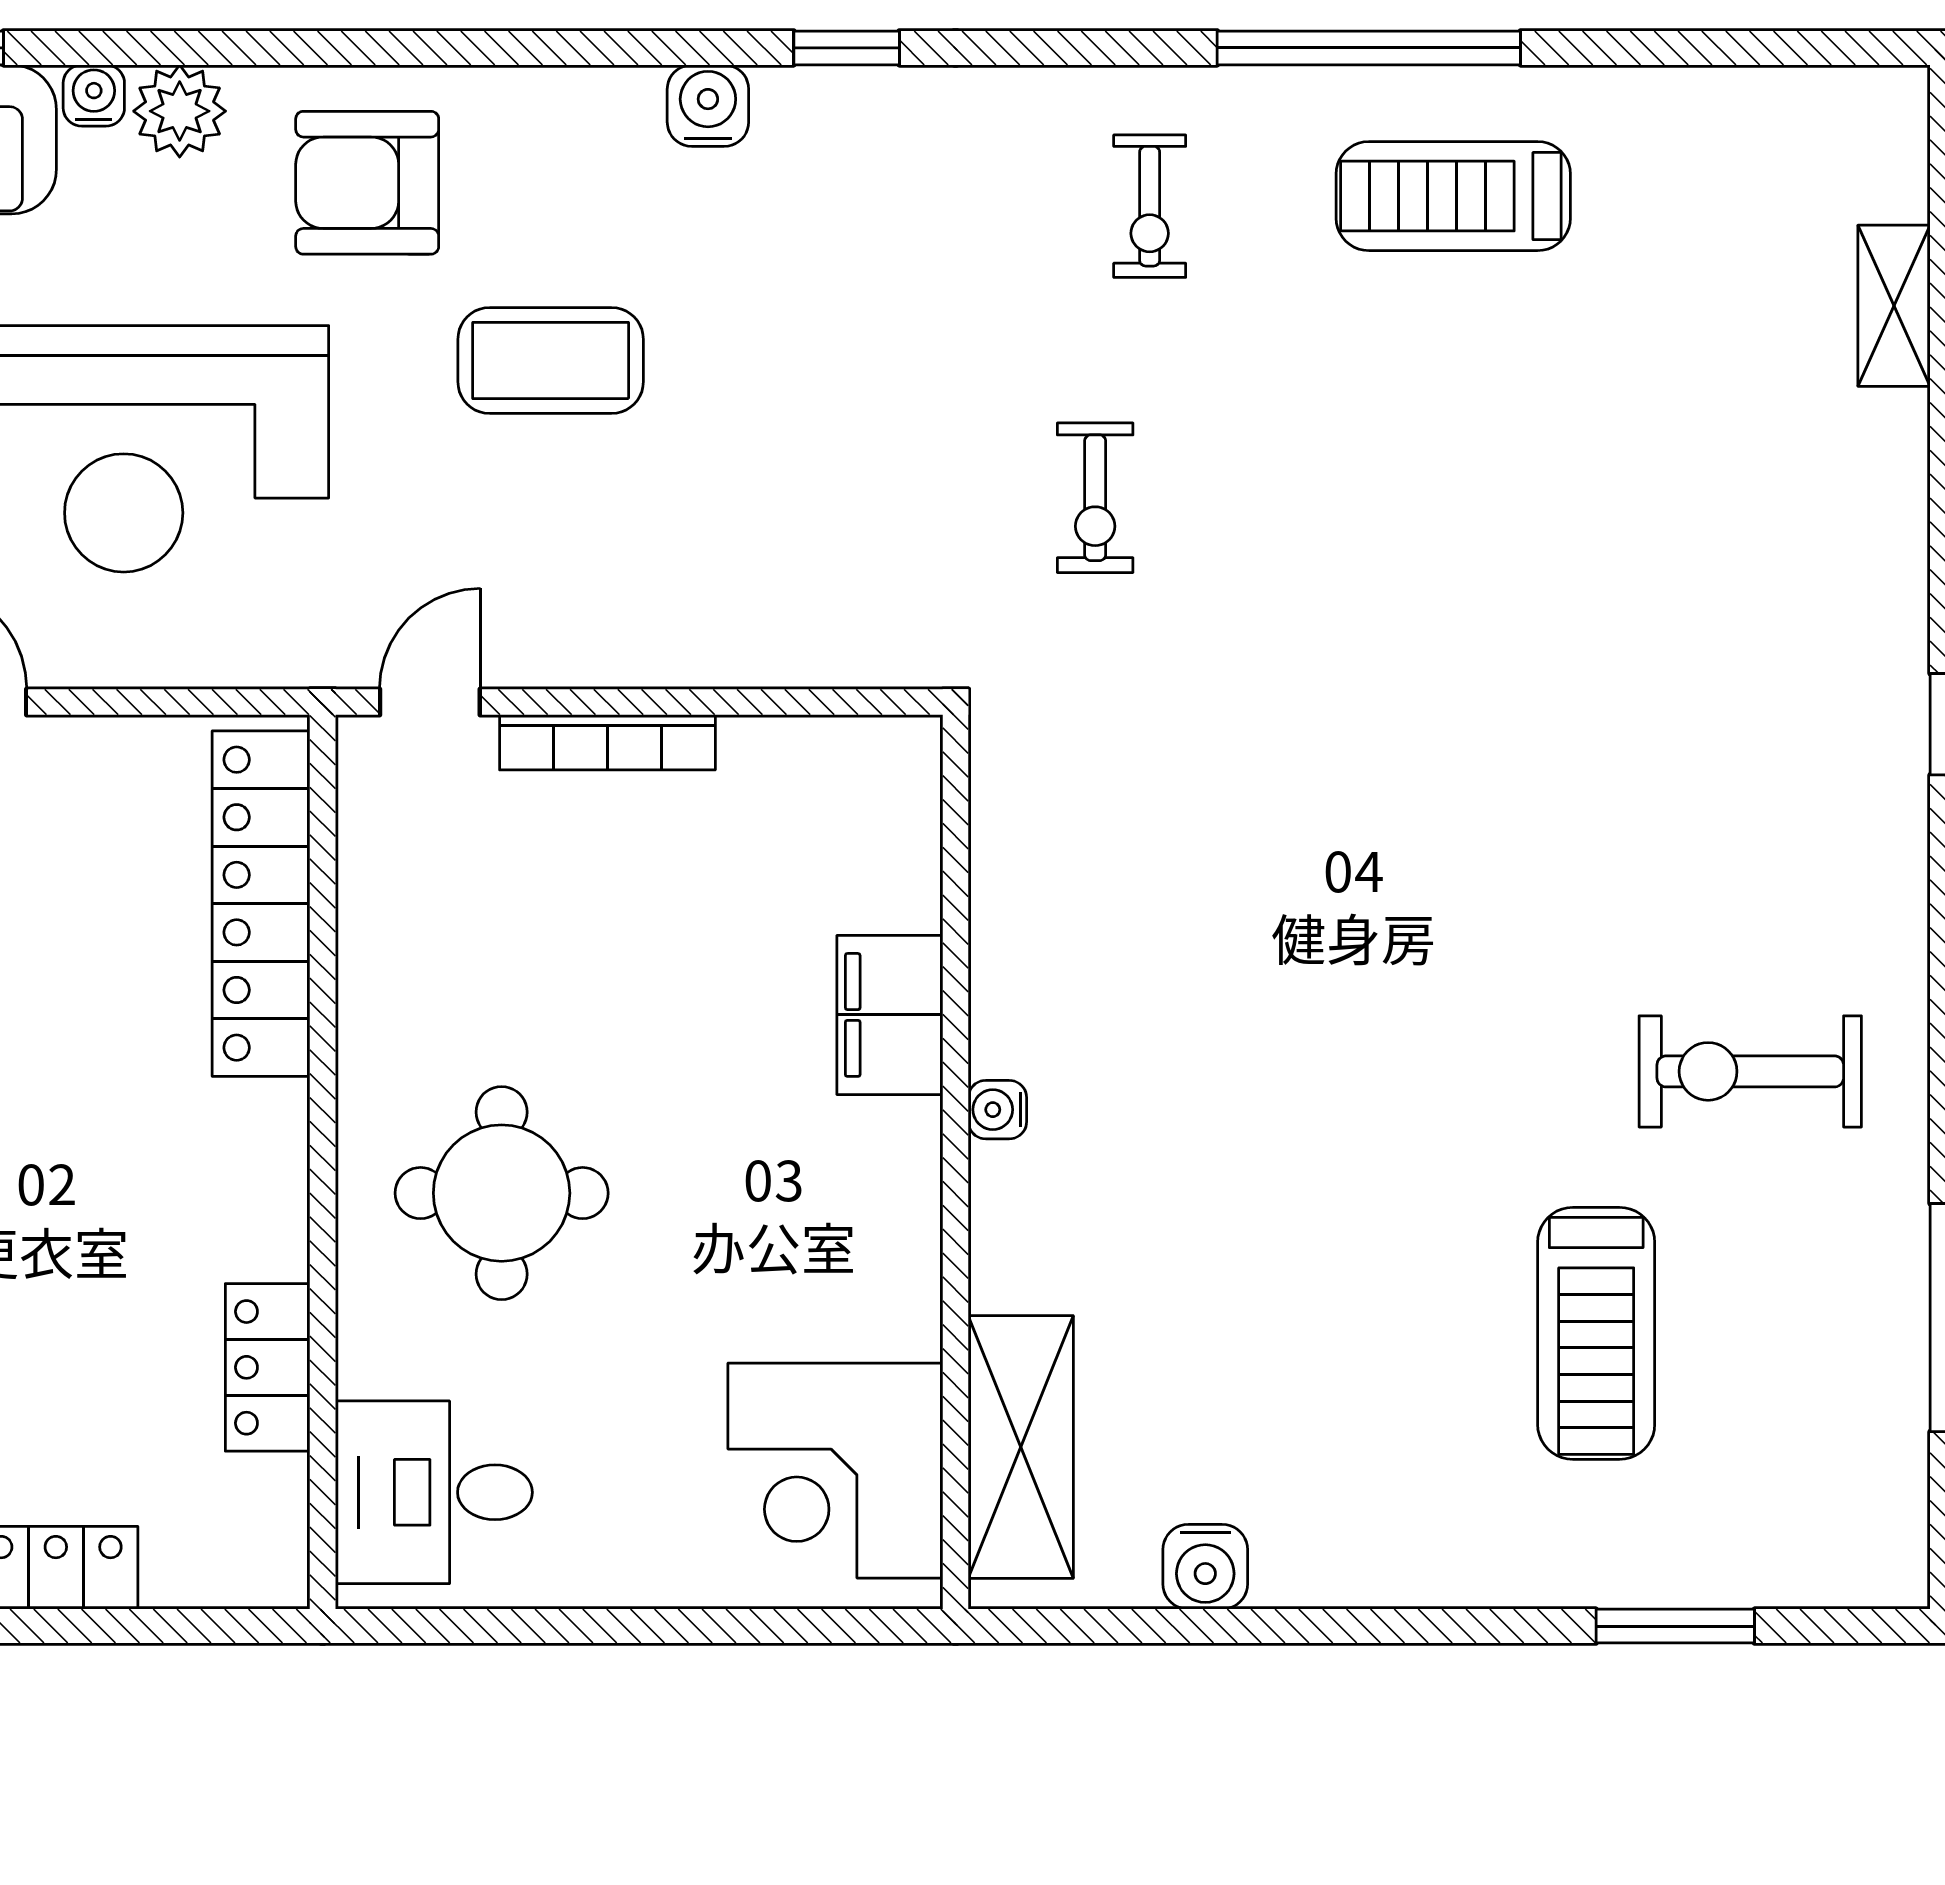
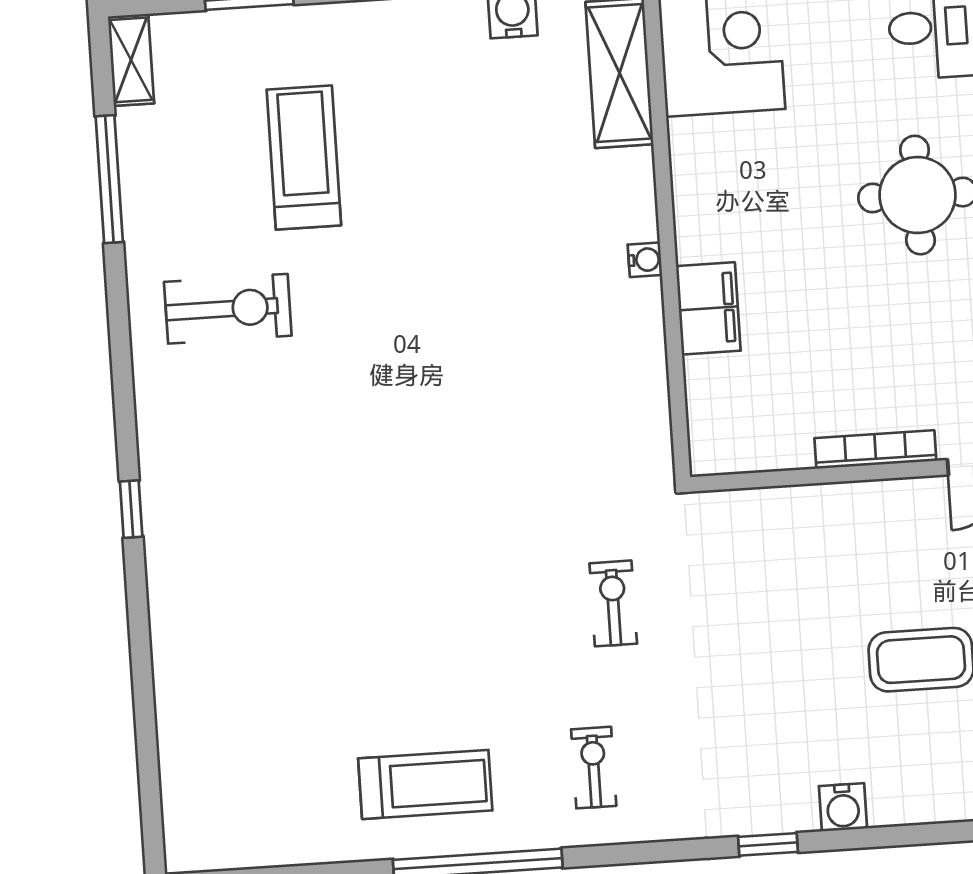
shelving: (1894, 306) -> (131, 60), moved

